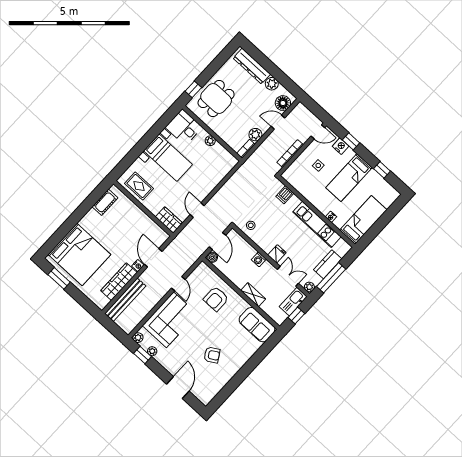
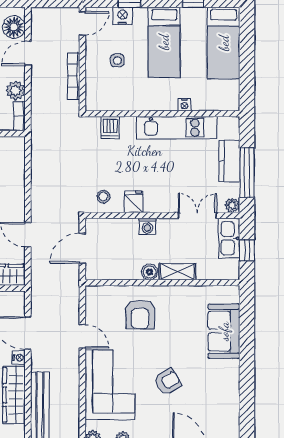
bed: (363, 220) -> (224, 43), moved, turned 180
door: (217, 241) -> (82, 248), swing flipped
fridge: (277, 254) -> (134, 202), moved
boiler: (212, 257) -> (150, 272), moved
sofa: (257, 325) -> (224, 331), moved, turned 90
armchair: (212, 355) -> (168, 382), moved

